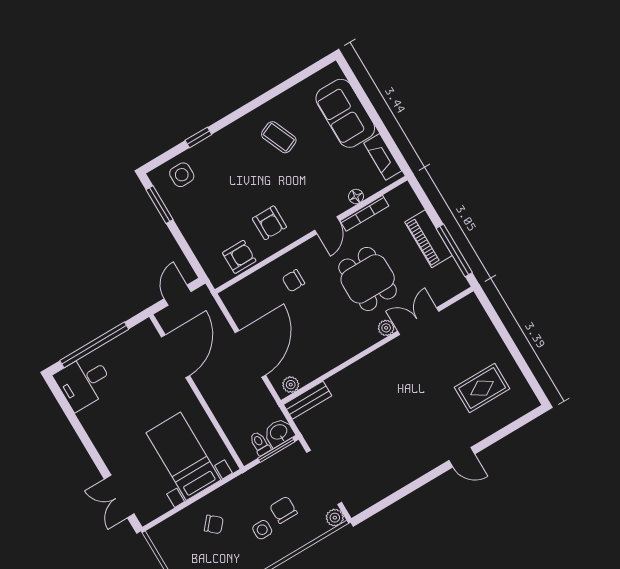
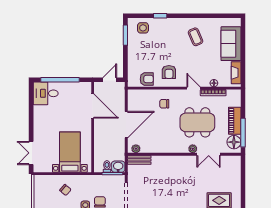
door: (327, 225) -> (194, 88), swing flipped
floor lamp: (449, 275) -> (234, 142), added
dining table: (368, 279) -> (197, 122), width x1.38
double door: (418, 321) -> (209, 154), swing flipped
door: (176, 356) -> (93, 106), hinge flipped

